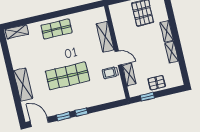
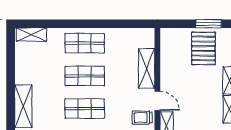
shop shelf: (62, 52) -> (85, 76), added
shop shelf: (68, 76) -> (85, 109), width x0.70, depth x0.74

